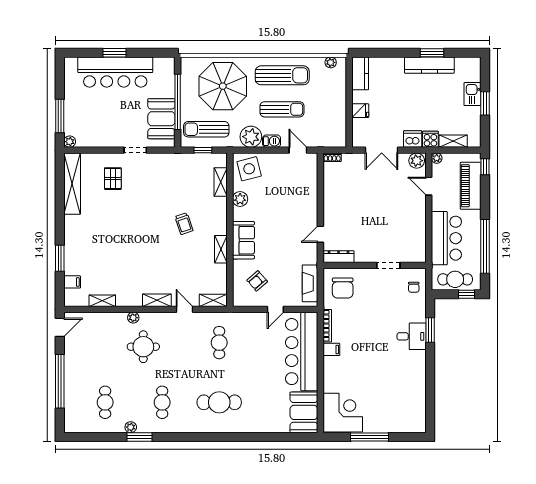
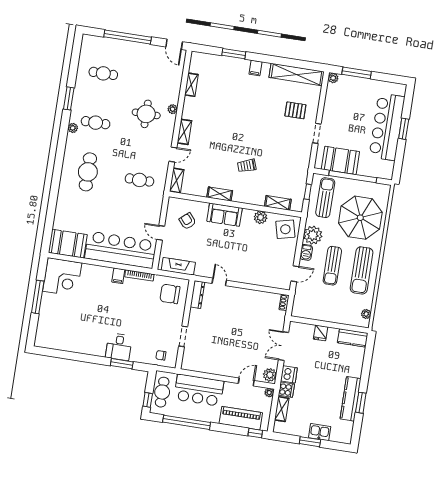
filing cabinet: (72, 282) -> (255, 68), moved
plant: (131, 427) -> (73, 128), moved

